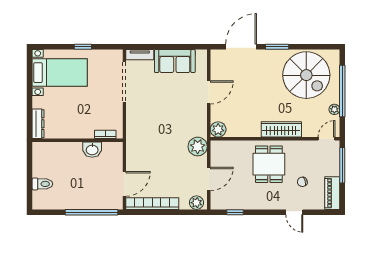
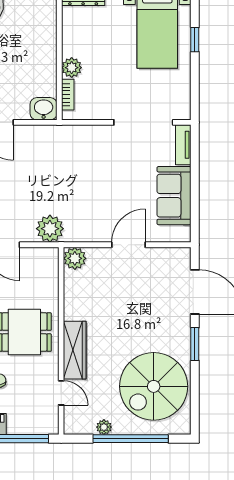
window: (83, 47) -> (195, 40), moved
door: (209, 92) -> (128, 245), swing flipped
plant: (87, 132) -> (72, 68), added
door: (327, 139) -> (61, 393), moved
washbasin: (92, 150) -> (44, 109), moved, turned 90

